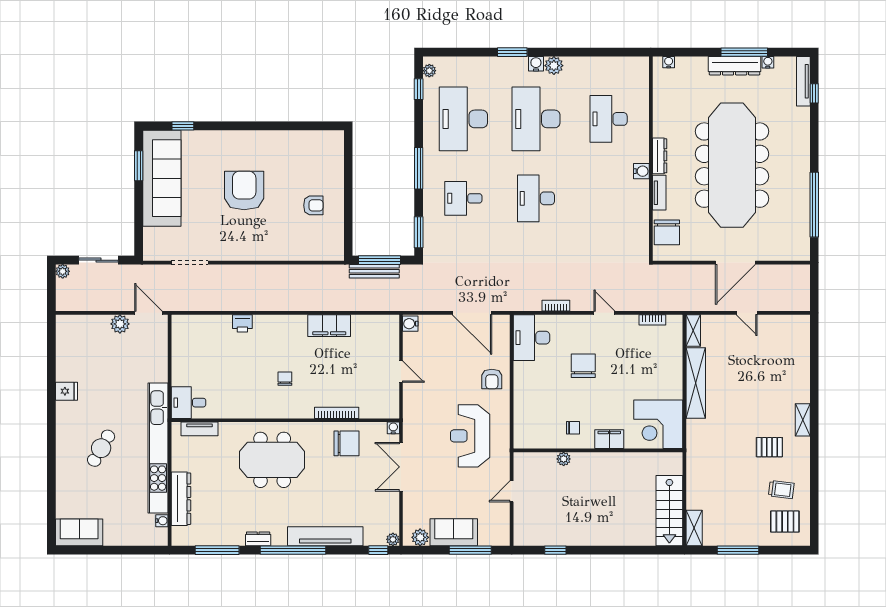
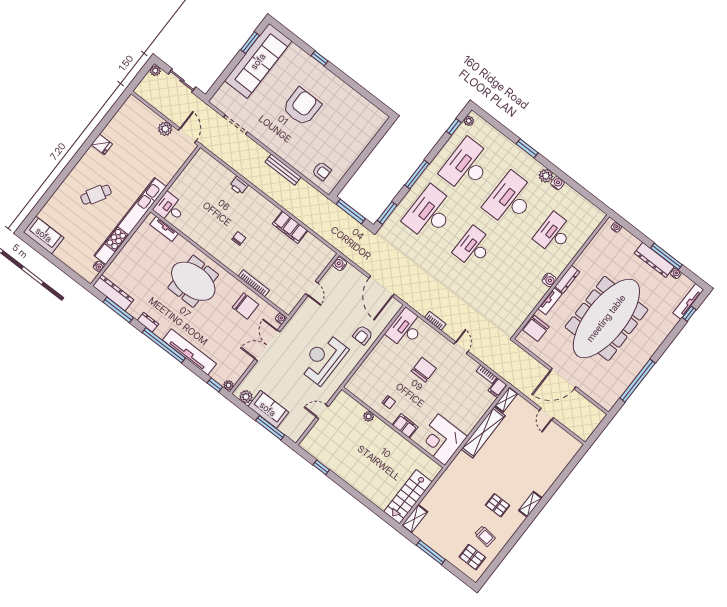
water cooler: (536, 64) -> (557, 183), moved
window: (183, 126) -> (320, 58), moved
desk: (463, 198) -> (430, 213), width x1.87, depth x1.30
armchair: (313, 205) -> (322, 171), moved
bench: (374, 271) -> (283, 170), moved
filing cabinet: (675, 325) -> (498, 388), added
dresser: (181, 499) -> (113, 293), moved, turned -90

